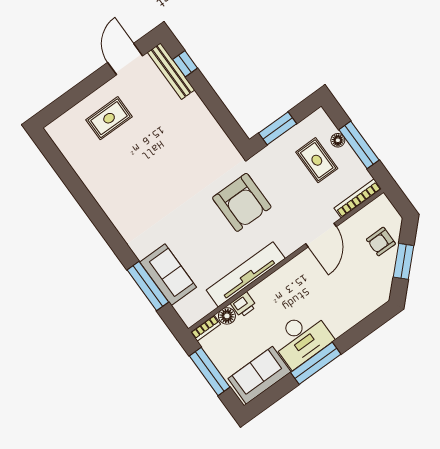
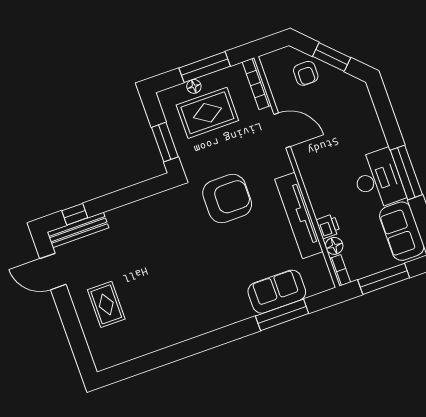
rug: (317, 160) -> (207, 113), width x1.36, depth x1.43

